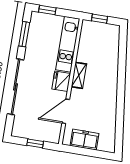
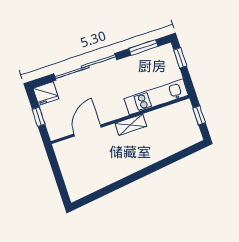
fridge: (61, 81) -> (46, 93), moved, turned 180
door: (66, 111) -> (88, 131), hinge flipped
freezer: (84, 140) -> (69, 165), removed

